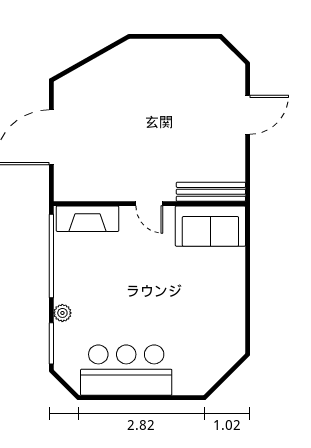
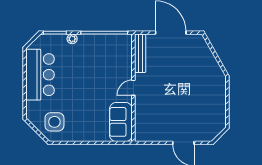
bench: (211, 192) -> (140, 53), moved
fireplace: (87, 219) -> (125, 53), removed
side table: (210, 344) -> (54, 122), added

